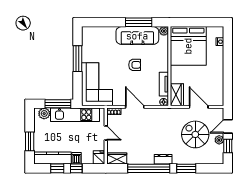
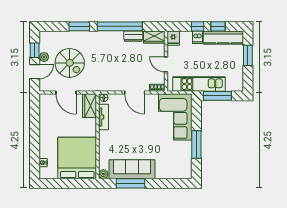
armchair: (135, 65) -> (135, 138), removed
plant: (44, 114) -> (232, 85), removed
dresser: (163, 159) -> (133, 36), moved

